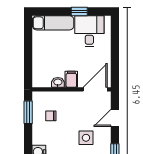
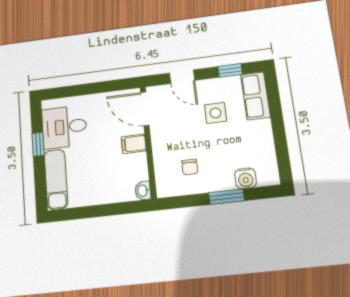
washbasin: (58, 82) -> (143, 191), moved
window: (28, 112) -> (226, 197), moved

